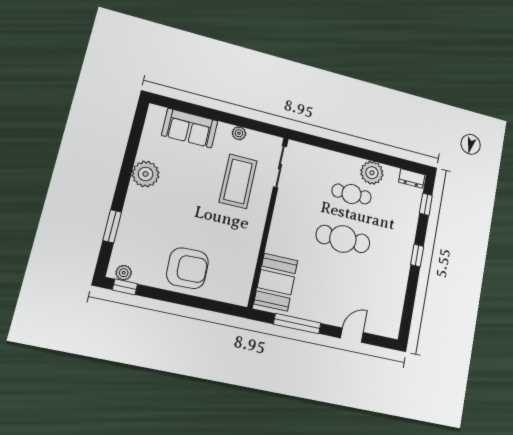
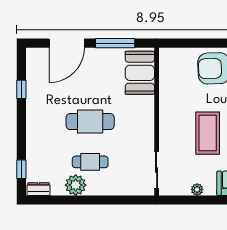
coffee table: (238, 181) -> (208, 133), moved
window: (417, 255) -> (21, 89), moved
door: (352, 335) -> (67, 43), width x1.87

